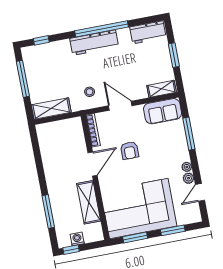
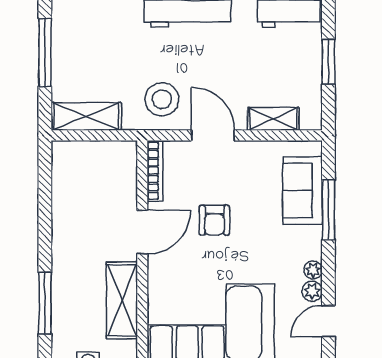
shelving: (162, 89) -> (273, 119), moved
stool: (90, 92) -> (162, 99), width x1.89, depth x1.89
sofa: (163, 111) -> (303, 191), moved, turned 90

